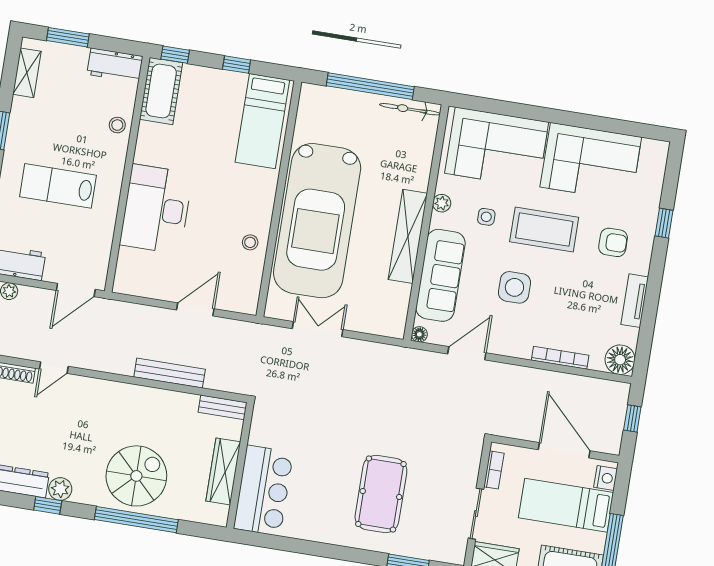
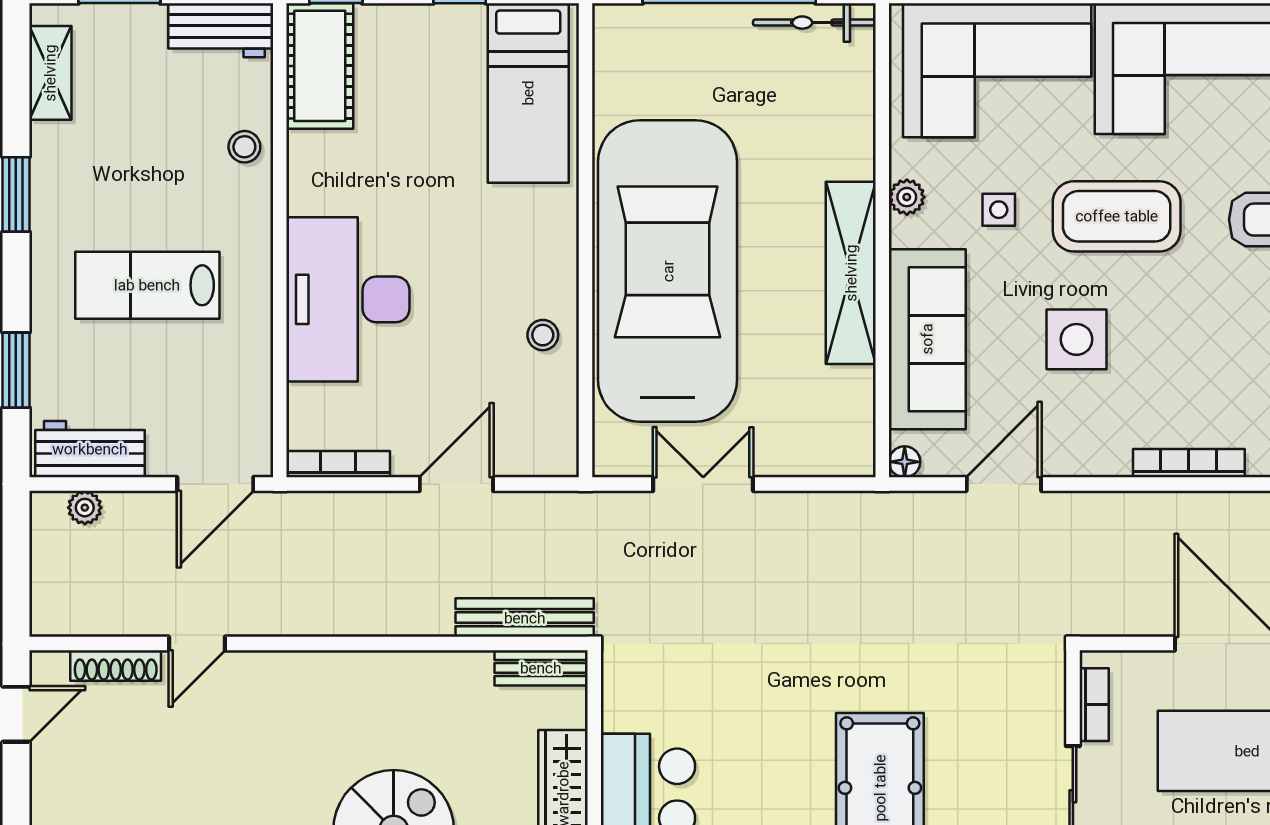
car: (317, 221) -> (668, 271), turned 180
bookcase: (138, 290) -> (338, 464), added
bench: (170, 373) -> (525, 618), moved

